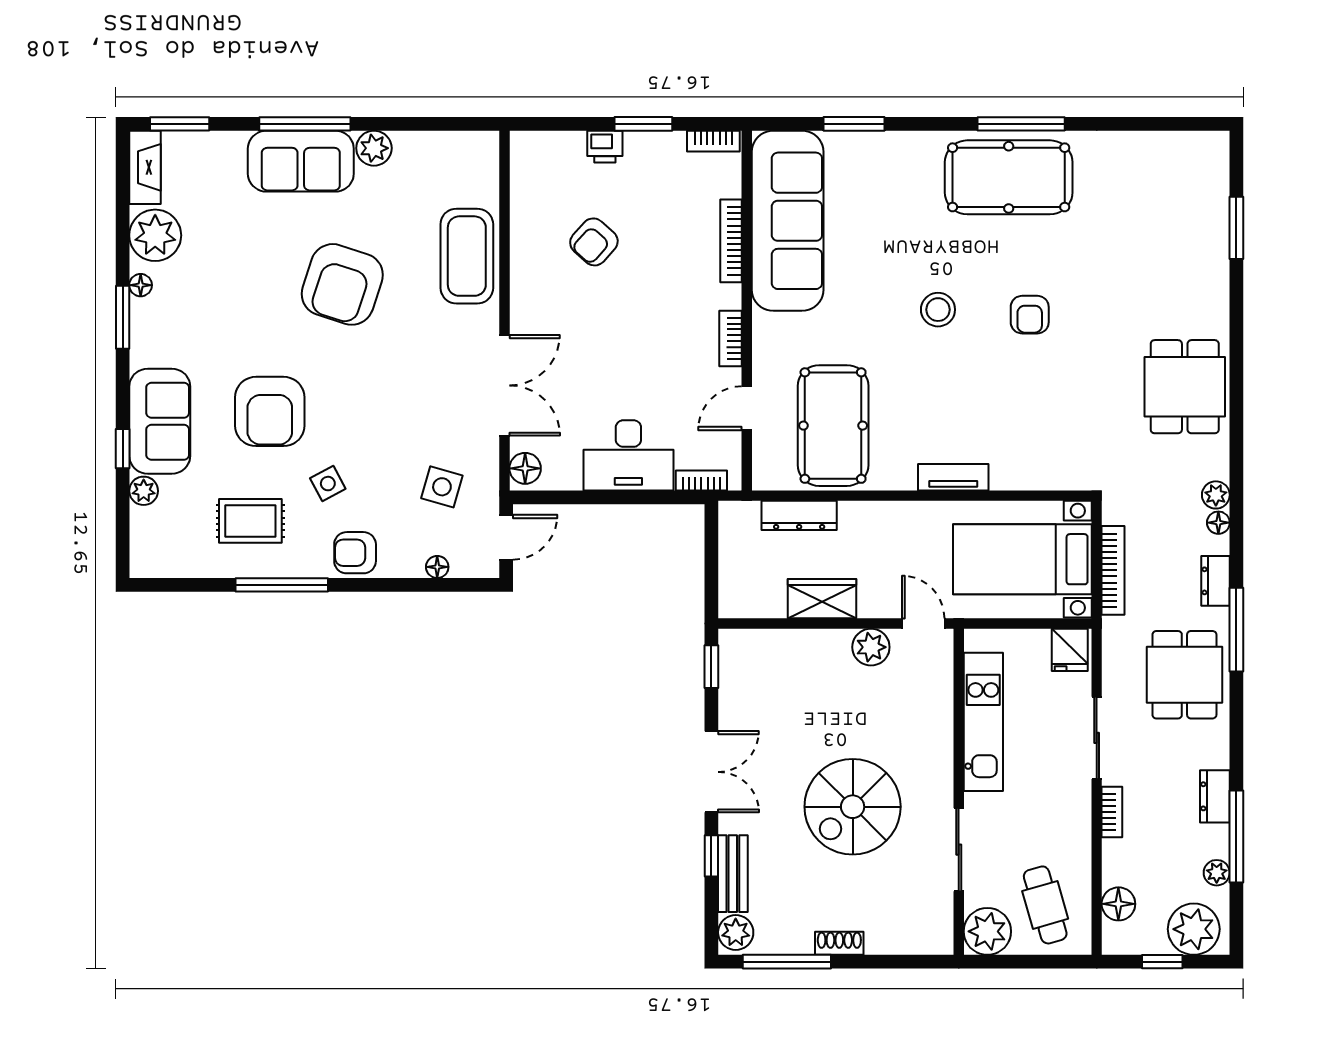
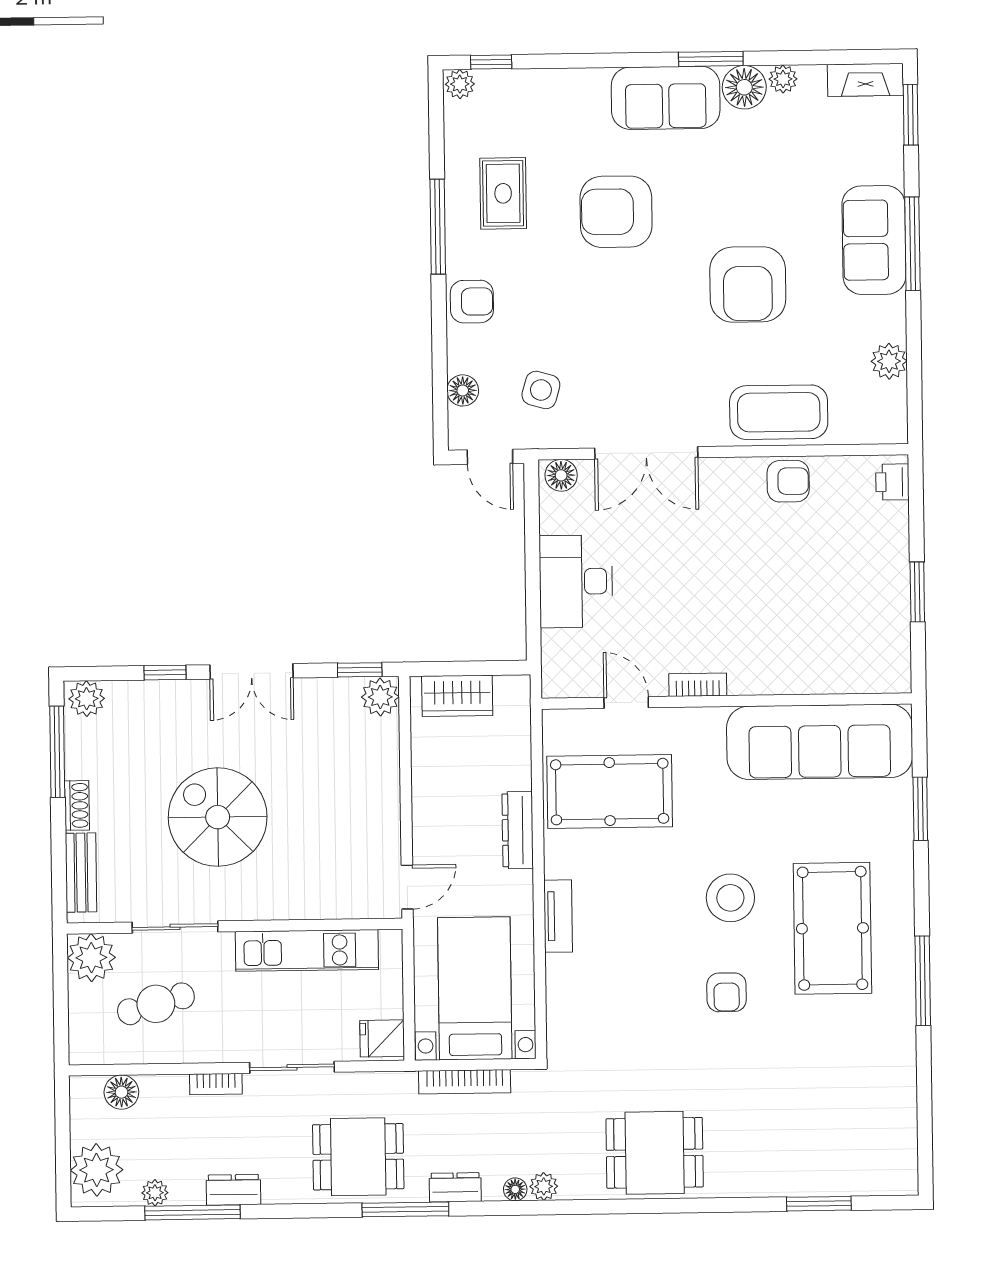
bookcase: (713, 141) -> (901, 664), removed
printer: (605, 147) -> (892, 482), moved
plant: (374, 148) -> (889, 361), moved
pool table: (1009, 177) -> (832, 928), moved
plant: (155, 235) -> (783, 79), width x0.53, depth x0.53
bookcase: (731, 241) -> (798, 684), removed
armchair: (594, 242) -> (788, 481), moved, turned 138
armchair: (342, 284) -> (748, 284), turned -108
floor lamp: (141, 285) -> (744, 87), width x1.89, depth x1.89
stool: (938, 310) -> (730, 898), width x1.38, depth x1.38
armchair: (1030, 315) -> (727, 992), turned -90
sofa: (160, 421) -> (666, 98), moved
window: (123, 449) -> (491, 62), moved
bookcase: (701, 480) -> (551, 657), removed
side table: (328, 484) -> (543, 272), removed
plant: (144, 491) -> (460, 84), moved
dresser: (799, 515) -> (518, 830), moved
armchair: (355, 553) -> (472, 302), turned 90
floor lamp: (437, 567) -> (463, 390), width x1.37, depth x1.37
wardrobe: (822, 599) -> (457, 696), moved, turned 90
plant: (871, 647) -> (380, 697), moved
bench: (733, 874) -> (81, 873), moved, turned 90
cafe table: (1045, 905) -> (156, 1004), moved
window: (1162, 962) -> (63, 1138), removed

